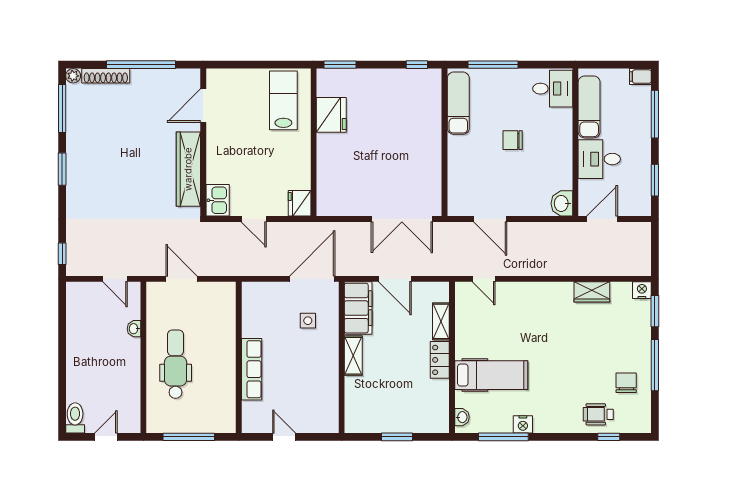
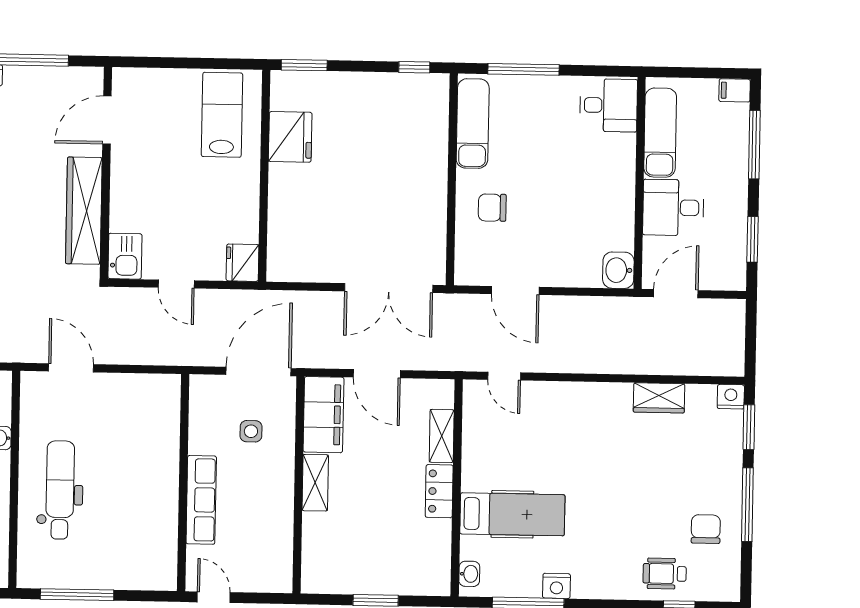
chair: (513, 140) -> (492, 208), moved
wall: (239, 357) -> (183, 483), moved
row of seats: (252, 369) -> (201, 500), moved

